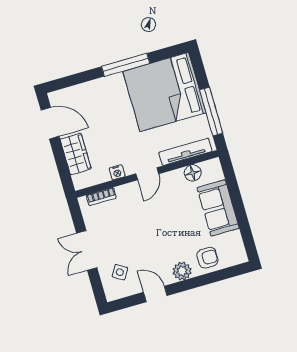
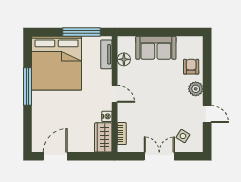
tv unit: (185, 152) -> (106, 54), width x0.71
wardrobe: (76, 154) -> (103, 137), moved, turned -90
double door: (87, 250) -> (159, 156), swing flipped
door: (155, 294) -> (207, 114), swing flipped

